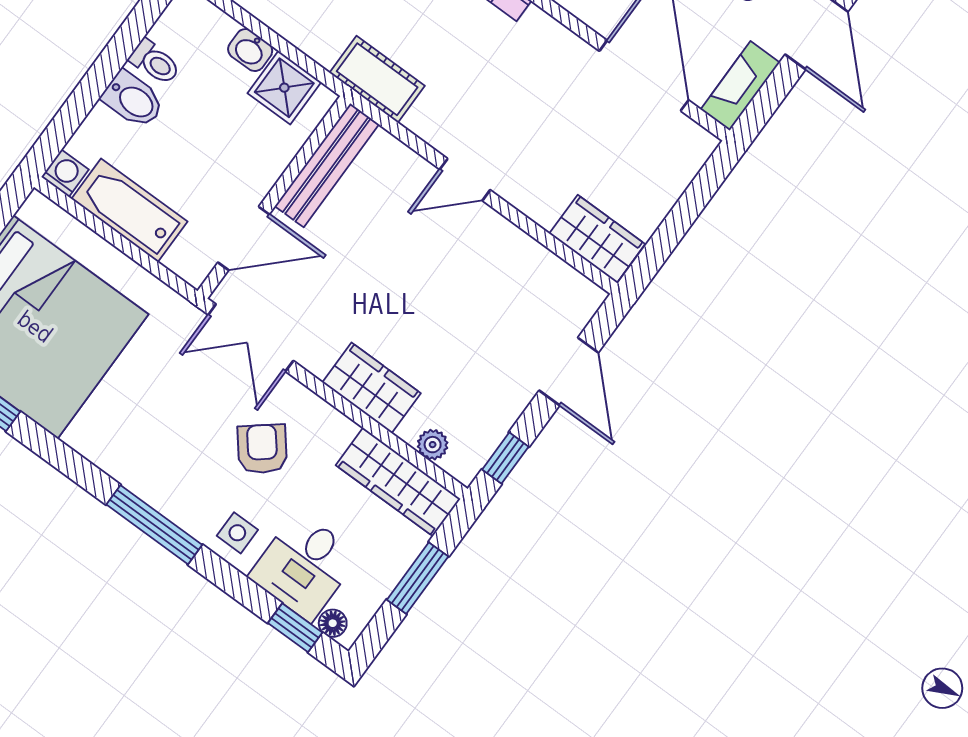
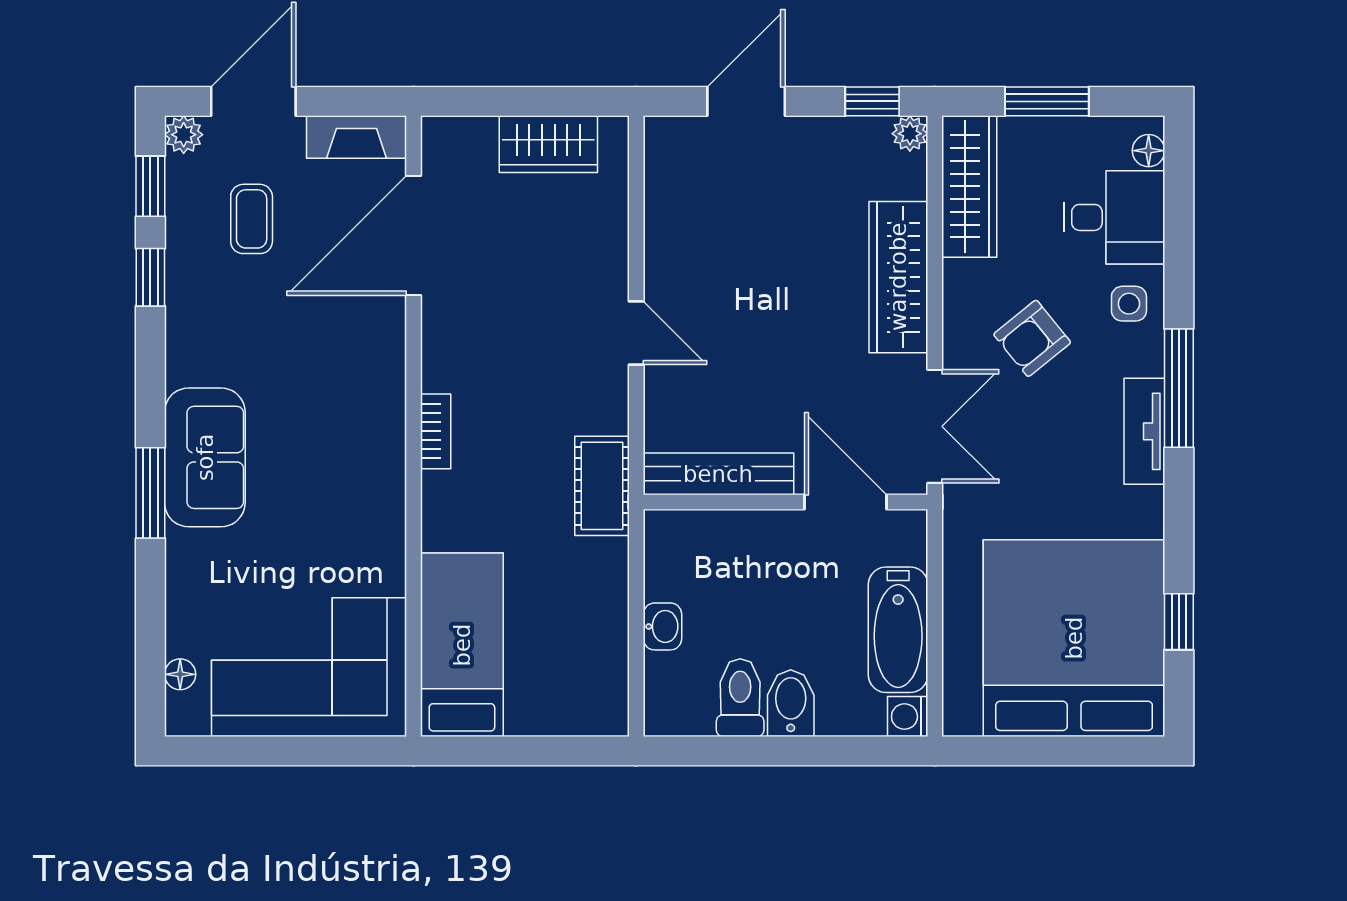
toilet: (155, 62) -> (740, 698), width x1.37, depth x1.39
shower: (284, 88) -> (674, 568), removed
wardrobe: (597, 239) -> (548, 144), moved, turned -90
wardrobe: (371, 388) -> (898, 277), width x1.50
plant: (433, 445) -> (910, 134), moved
tv unit: (142, 479) -> (1144, 431), added
window: (295, 628) -> (1179, 183), removed

